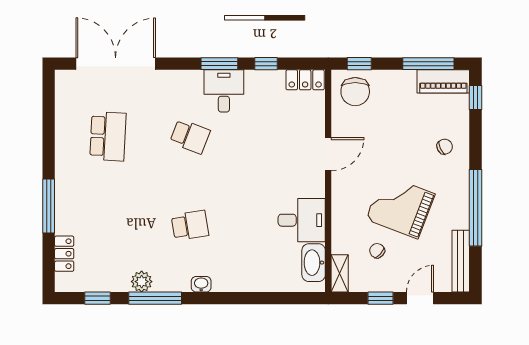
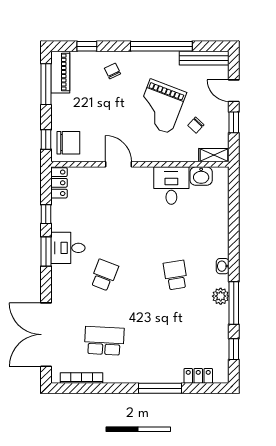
window: (475, 98) -> (87, 46), moved
bookcase: (61, 108) -> (81, 378), added
washbasin: (314, 263) -> (201, 176), width x0.72
plant: (142, 282) -> (221, 296), moved

